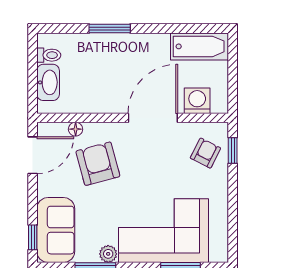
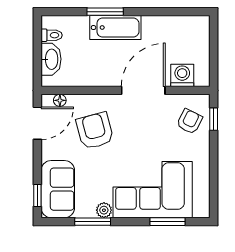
bathtub: (200, 46) -> (115, 28), moved
floor lamp: (76, 129) -> (60, 100), moved

